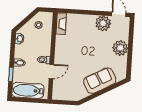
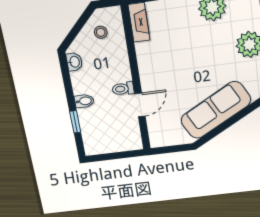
sofa: (100, 81) -> (216, 110), width x1.36
bathtub: (28, 90) -> (109, 142), removed

